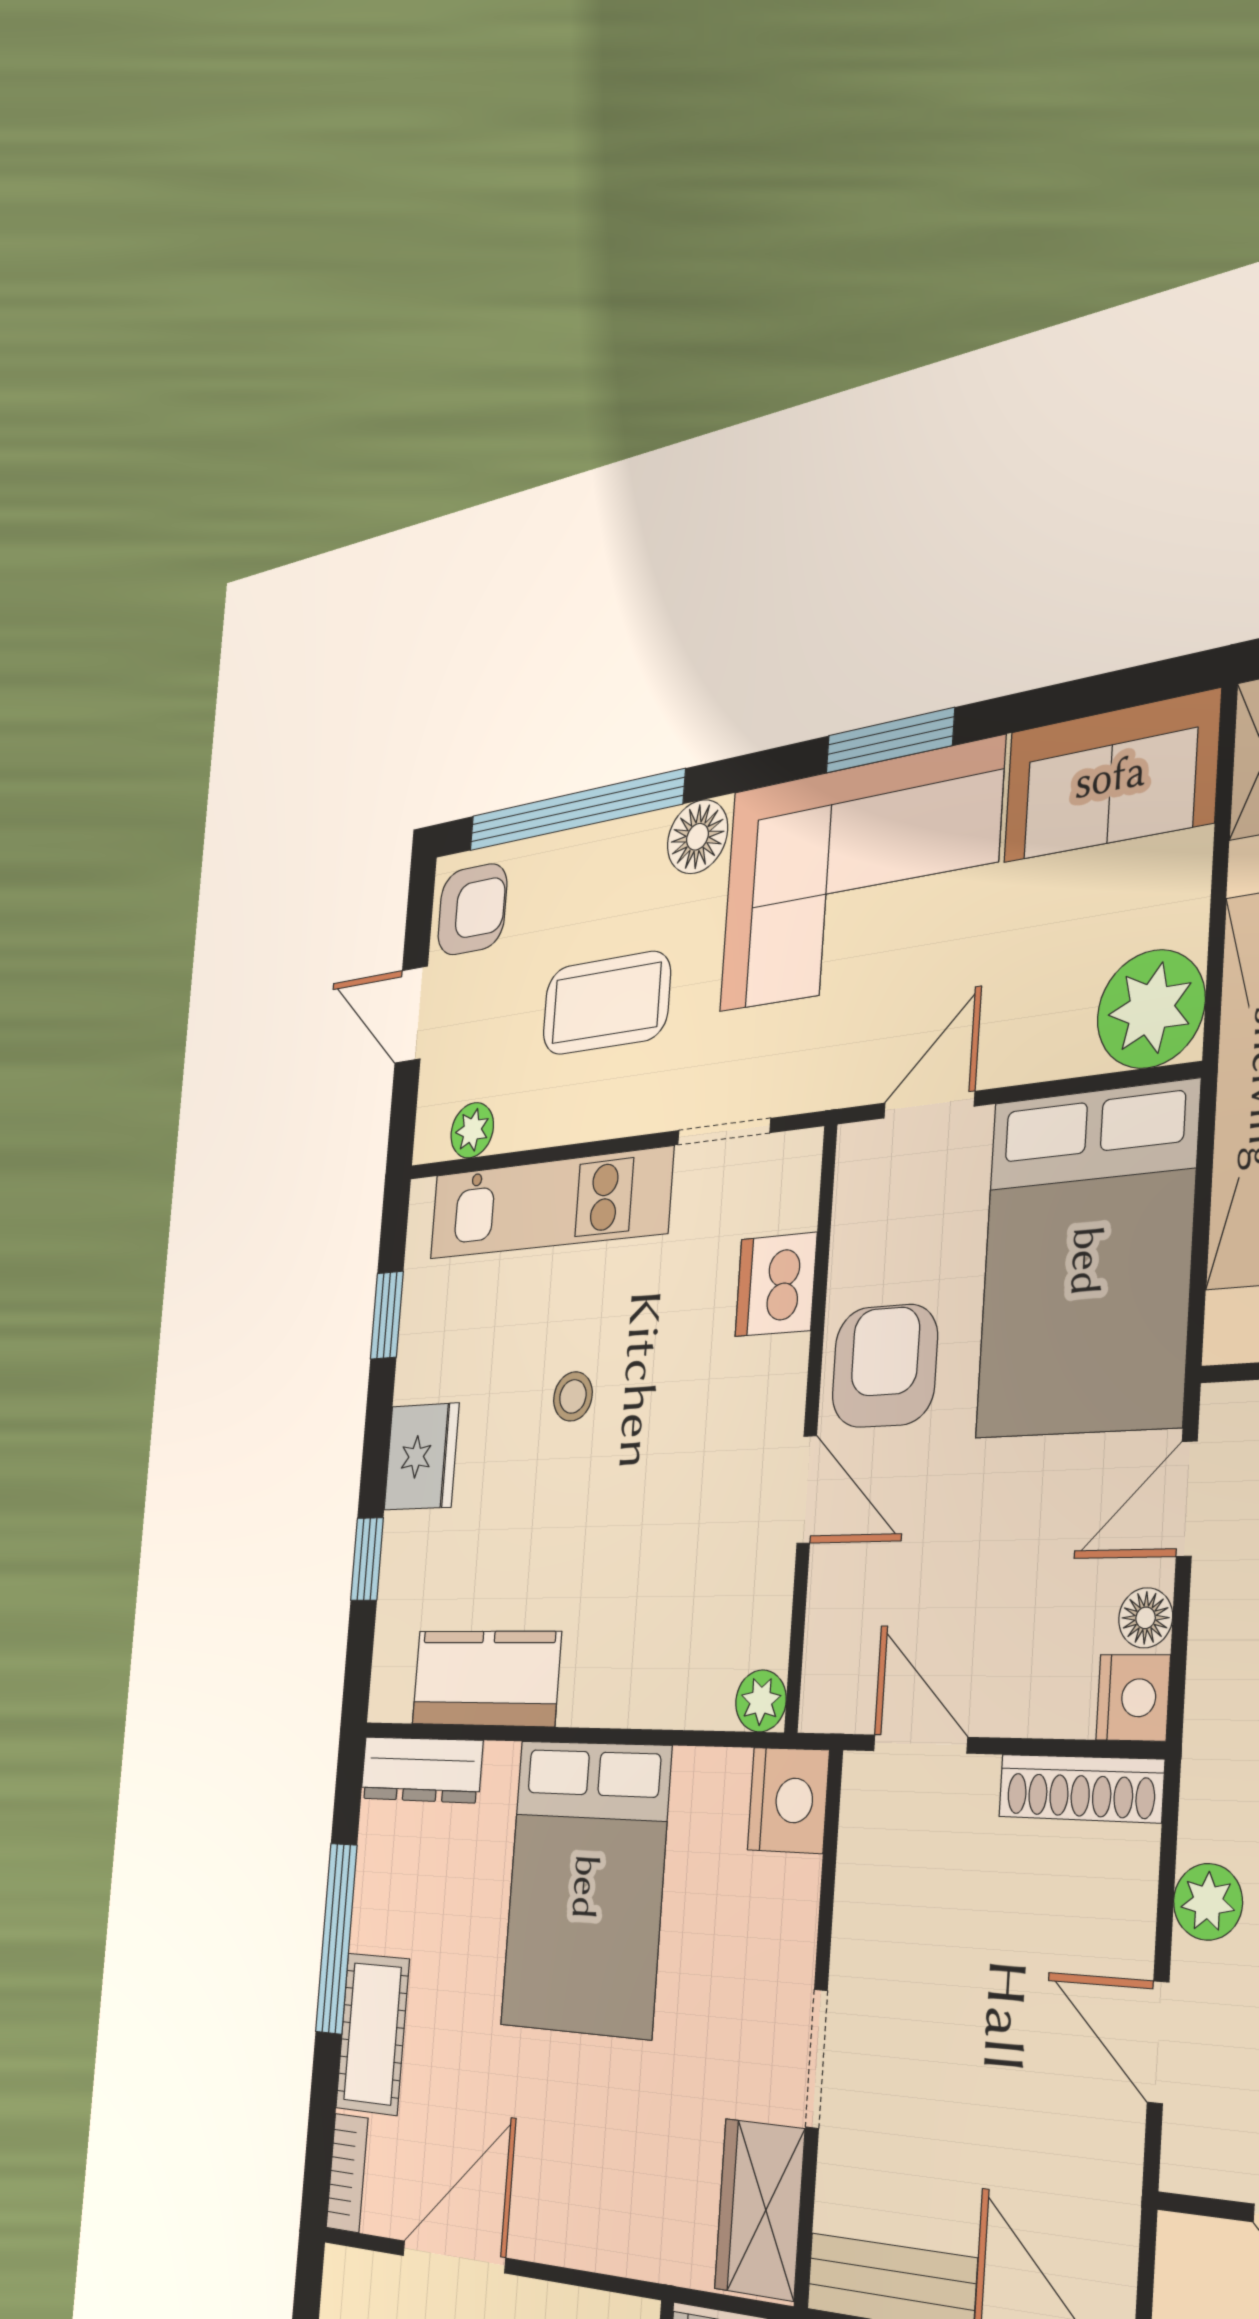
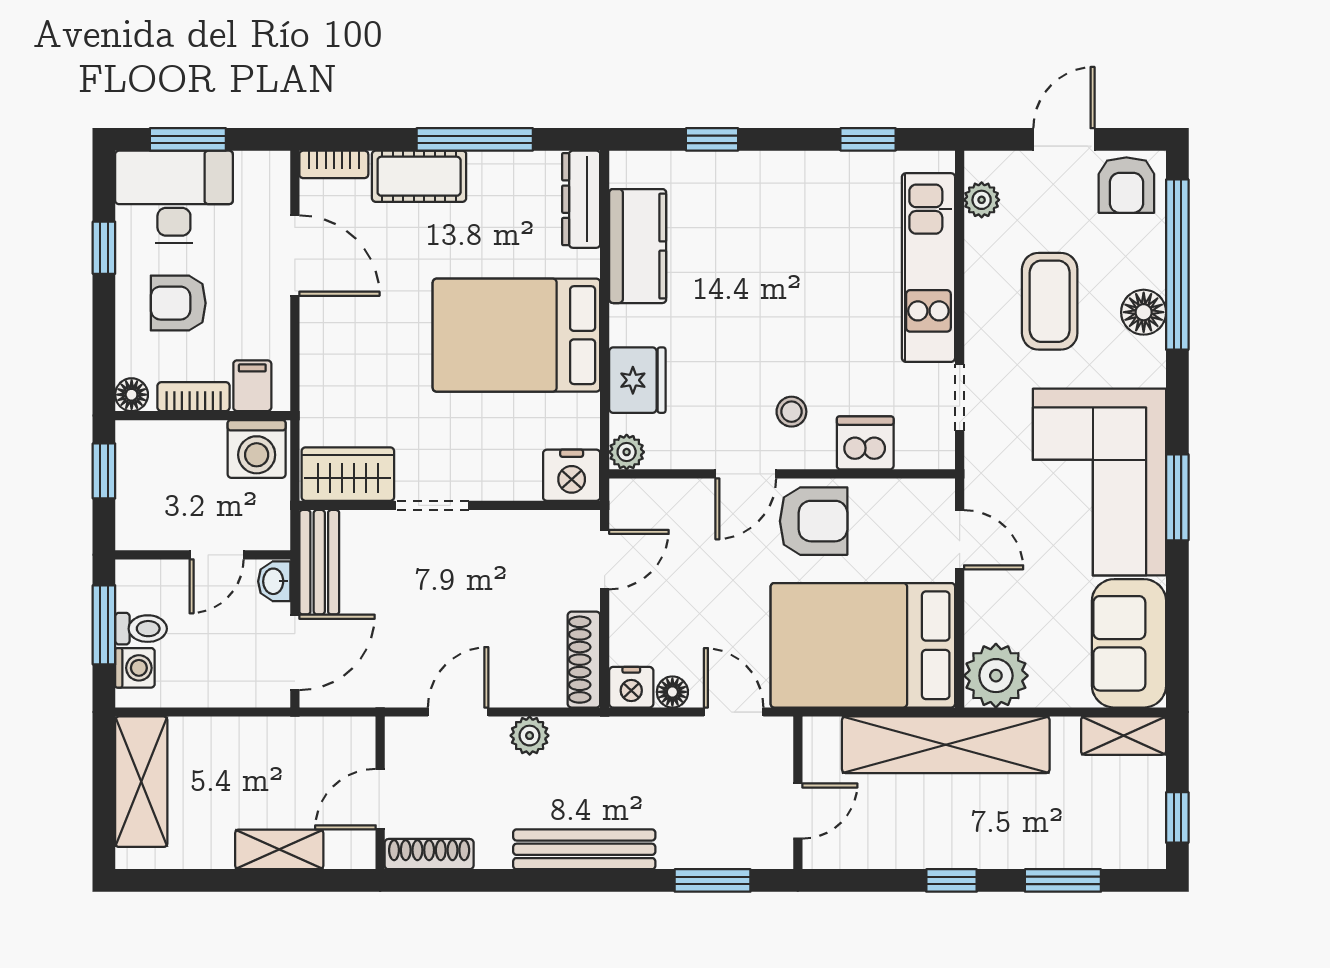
floor lamp: (697, 837) -> (1144, 312), moved
stool: (573, 1396) -> (791, 412), moved
fridge: (421, 1457) -> (637, 380), moved, turned -90

